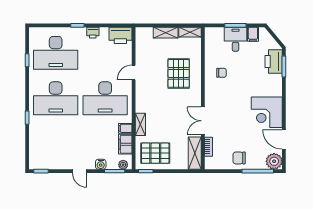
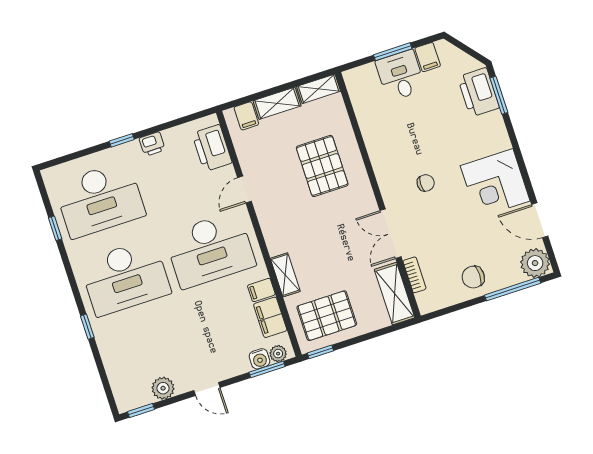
filing cabinet: (147, 34) -> (246, 116), added
printer: (120, 35) -> (212, 148), moved, turned 90
chair: (221, 73) -> (426, 183), moved
plant: (57, 163) -> (163, 388), added
water cooler: (101, 164) -> (260, 359), moved

